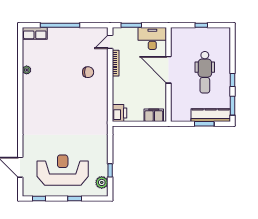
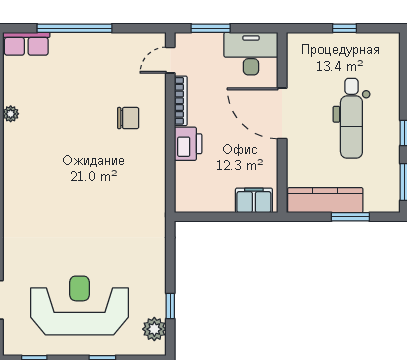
printer: (119, 113) -> (188, 144), moved
kitchen counter: (211, 115) -> (325, 200), moved

